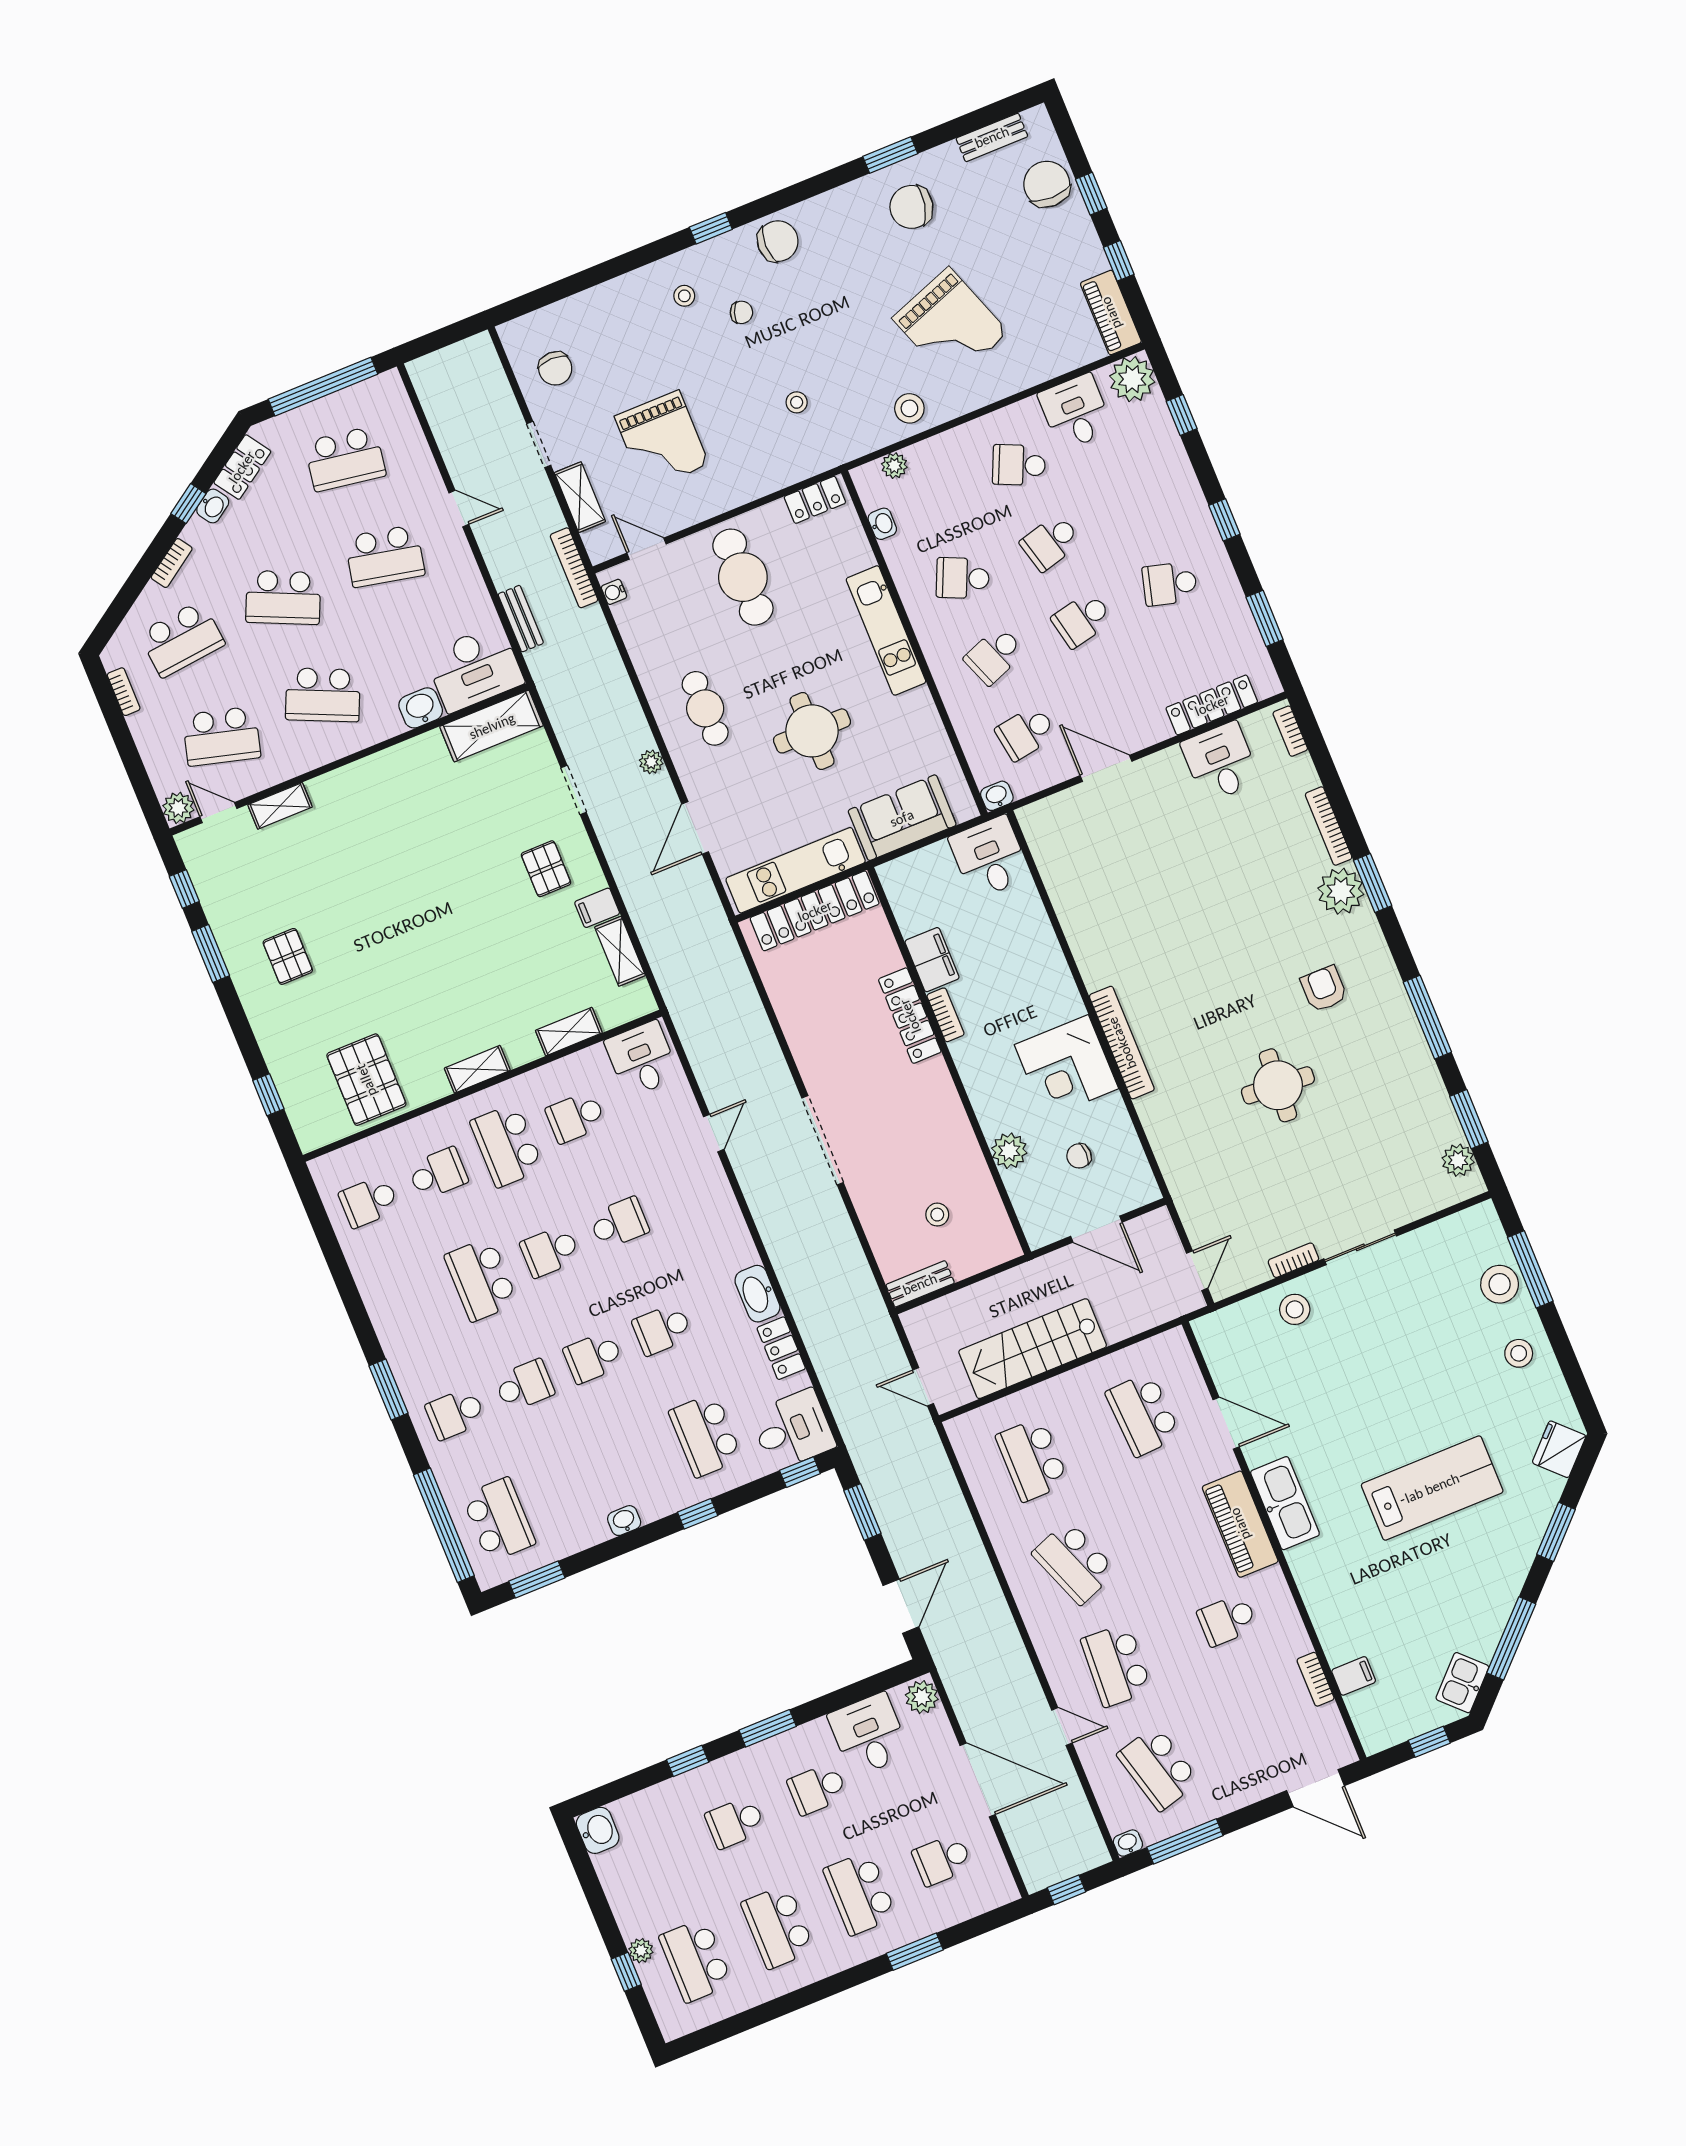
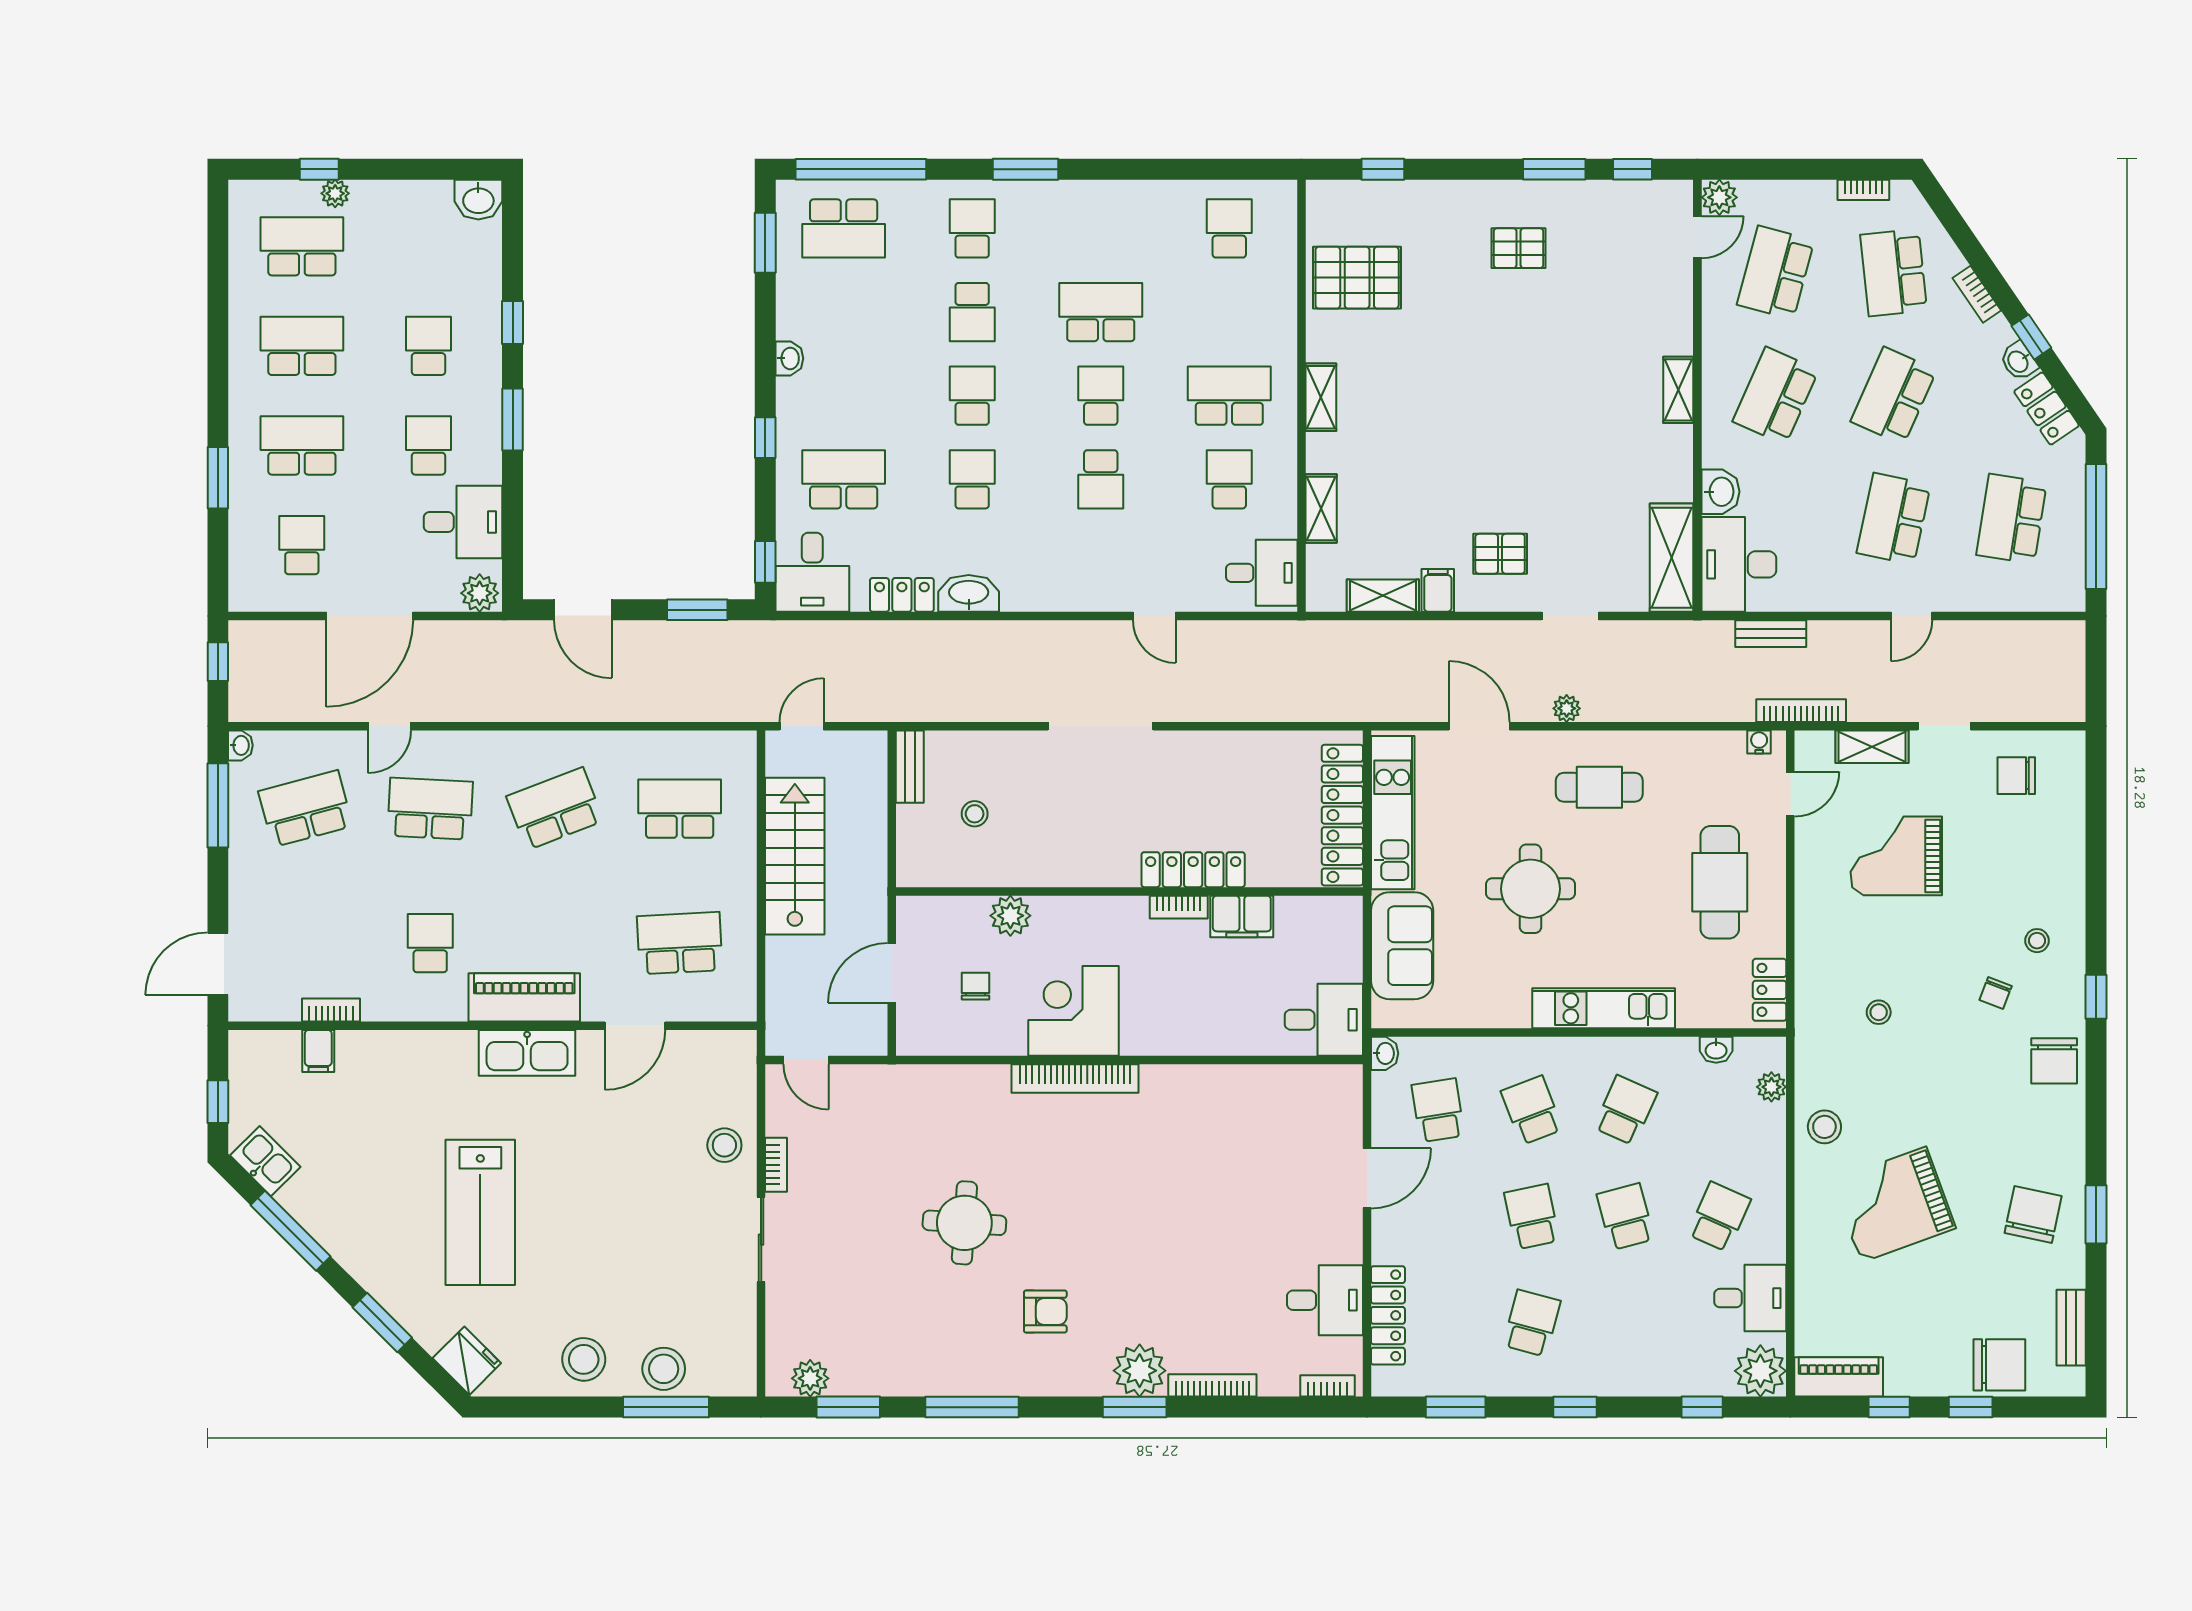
cafe table: (743, 577) -> (1720, 882), turned 90
shelving: (280, 806) -> (1678, 390), moved
school desk: (438, 1173) -> (1229, 312), removed
stool: (1519, 1353) -> (584, 1359), width x1.38, depth x1.38

